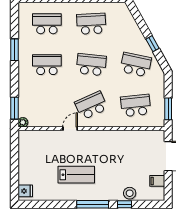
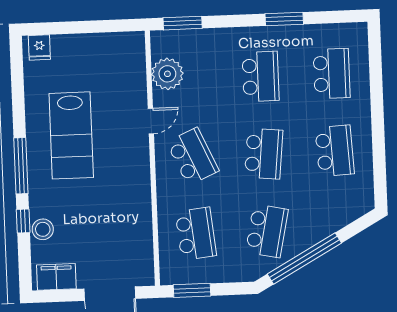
window: (152, 44) -> (304, 258), width x3.17
plant: (23, 122) -> (167, 74), moved, width x1.88, depth x1.88
door: (70, 129) -> (151, 121), hinge flipped
lab bench: (76, 175) -> (71, 135), width x1.36, depth x1.39
filing cabinet: (157, 181) -> (56, 277), width x2.00

